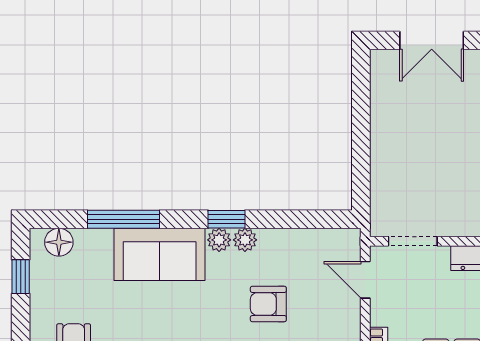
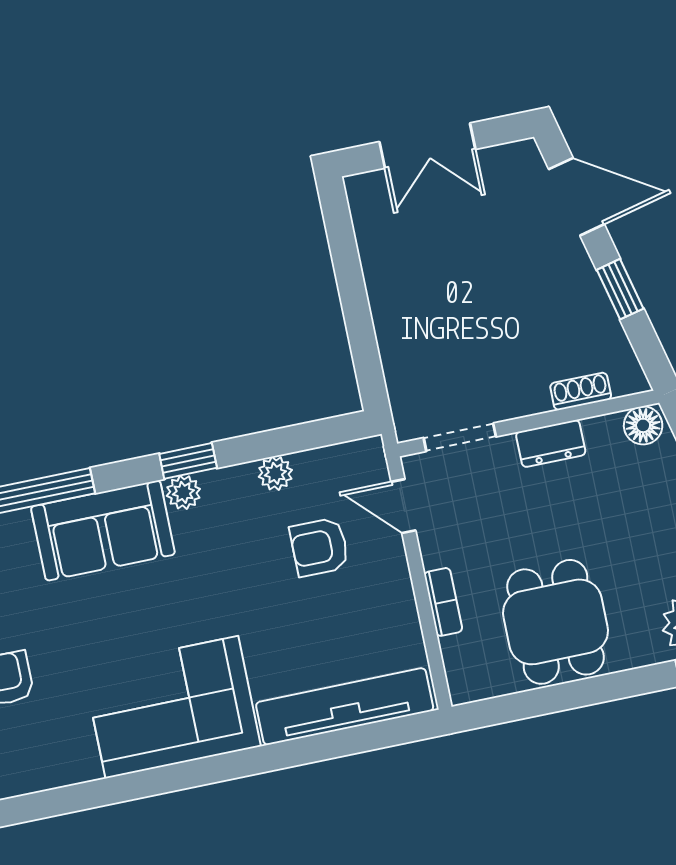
plant: (245, 240) -> (275, 473), moved
armchair: (268, 304) -> (319, 547), moved

